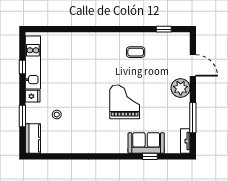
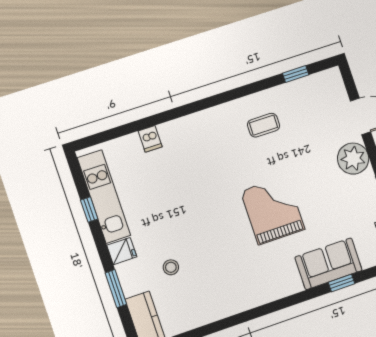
dishwasher: (69, 39) -> (150, 139), added

